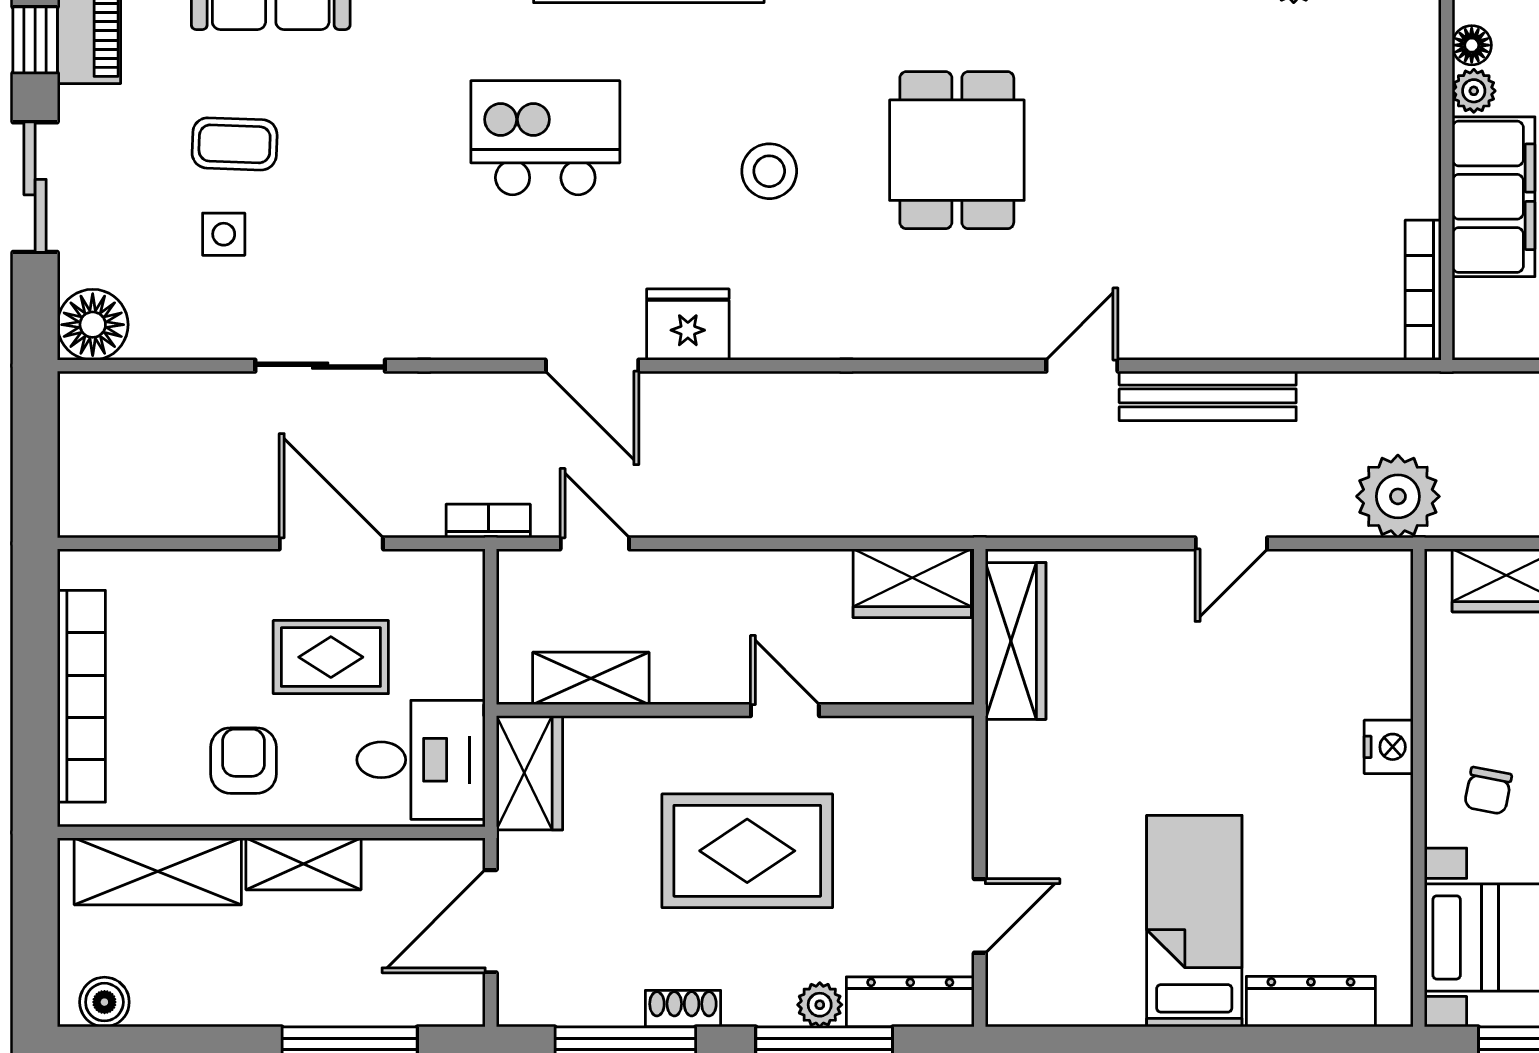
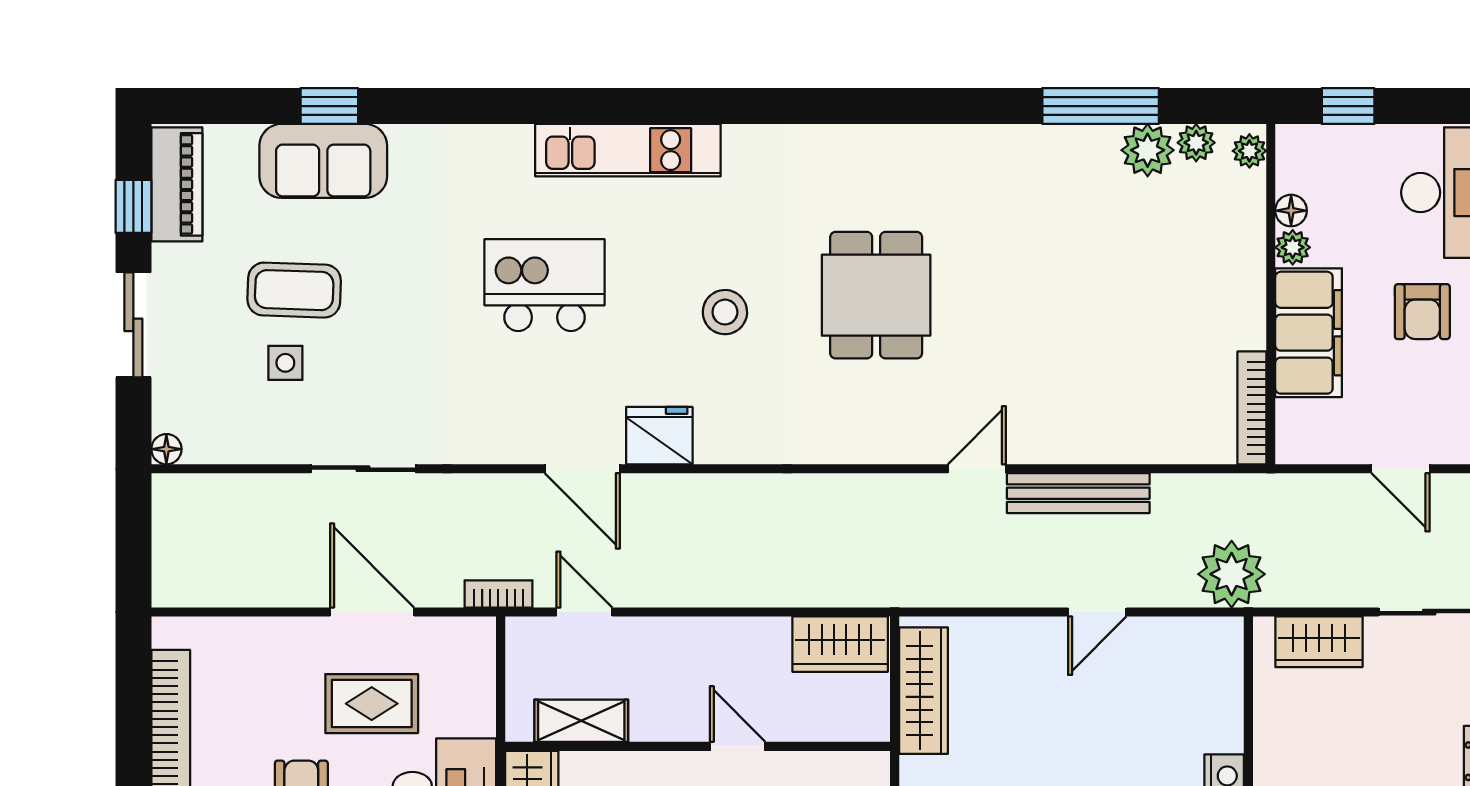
coffee table: (235, 144) -> (294, 290), width x1.36, depth x1.30
floor lamp: (93, 325) -> (166, 449), width x0.53, depth x0.53

